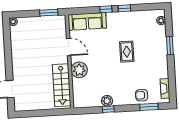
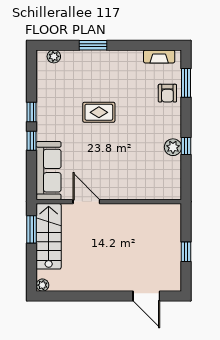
door: (69, 47) -> (86, 202), hinge flipped
plant: (79, 70) -> (123, 187), removed
stairs: (62, 85) -> (49, 236), moved, turned -90
window: (40, 113) -> (186, 252), added

